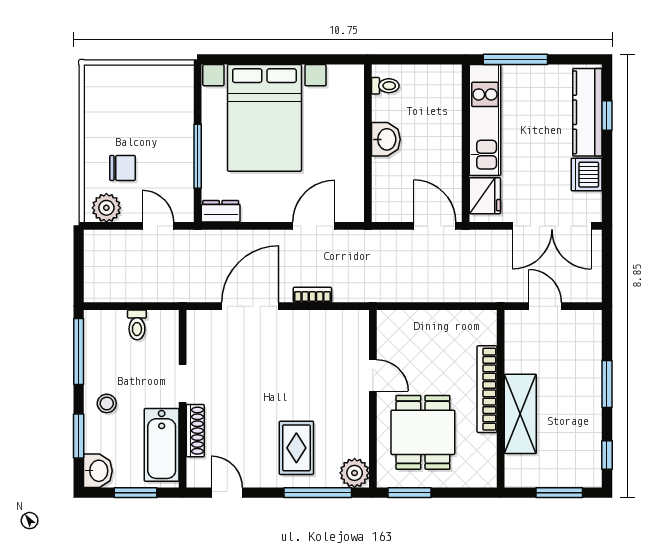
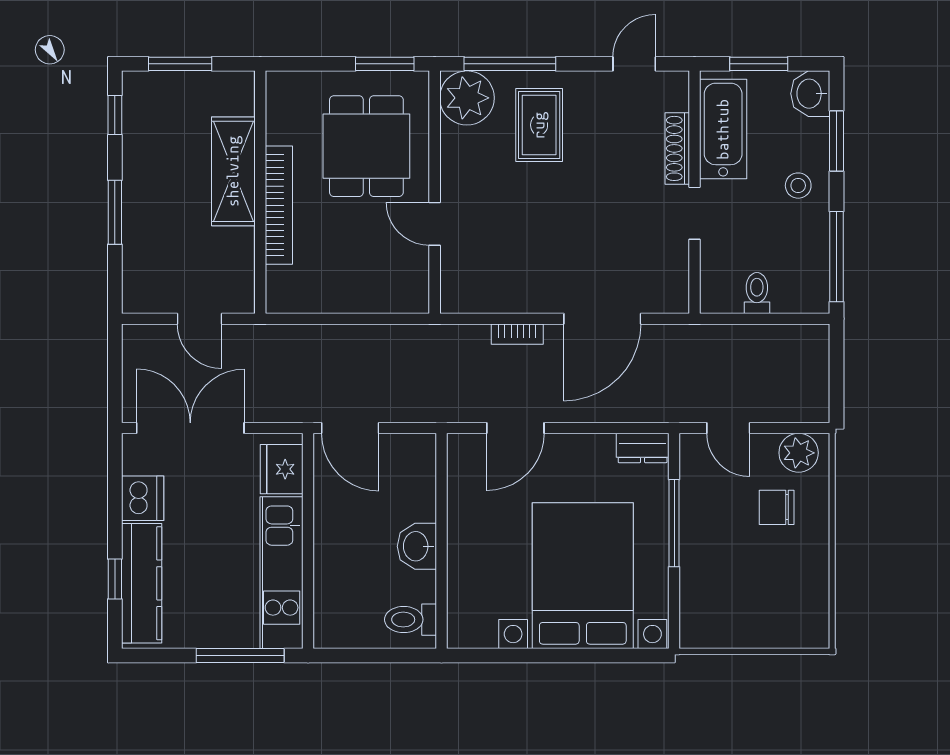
toilet: (385, 86) -> (410, 620), width x1.37, depth x1.39
plant: (355, 473) -> (467, 98), width x1.36, depth x1.36
door: (227, 493) -> (634, 64), swing flipped

